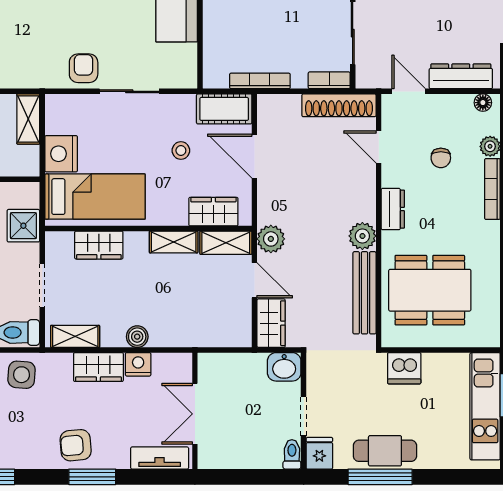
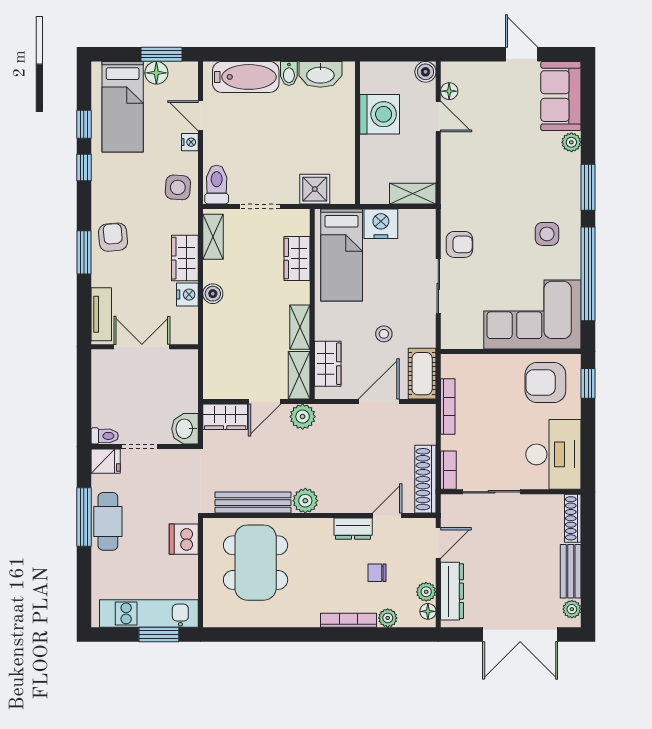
plant: (462, 104) -> (426, 592), added
dresser: (393, 209) -> (353, 529), moved

